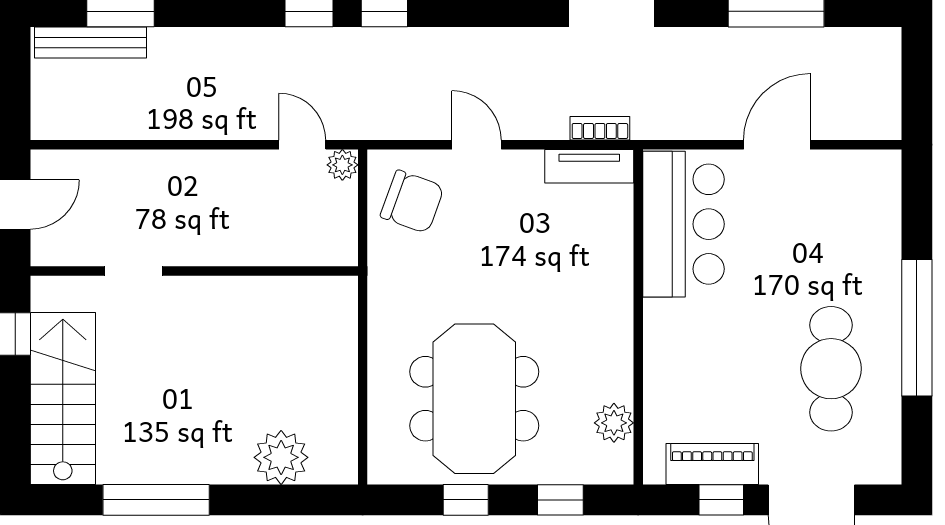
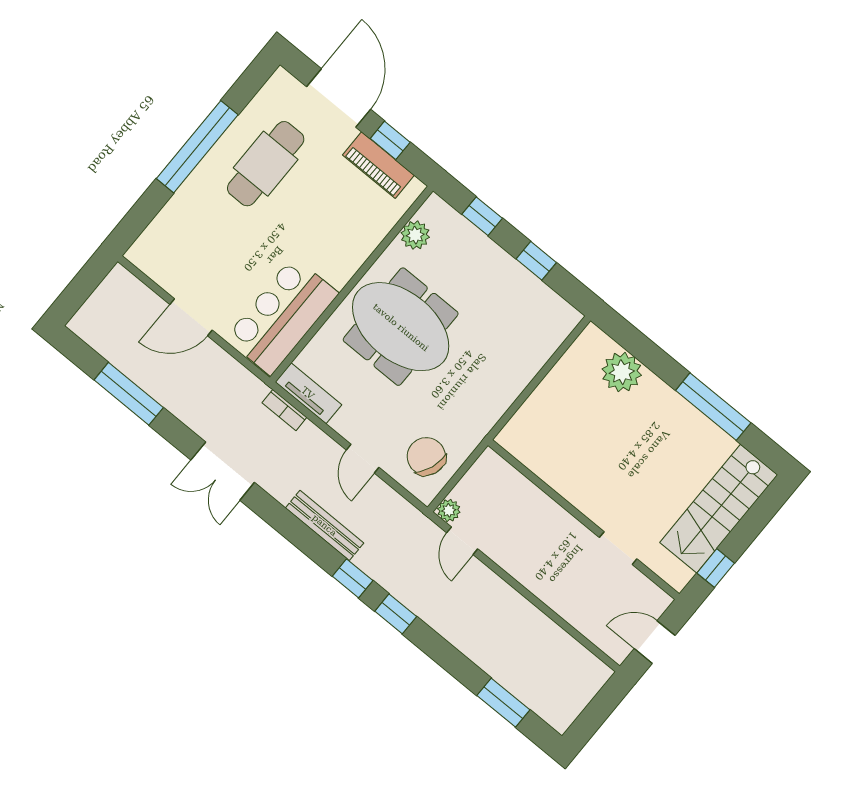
bench: (90, 42) -> (325, 525), moved
meeting table: (474, 399) -> (401, 327), moved, turned 90

